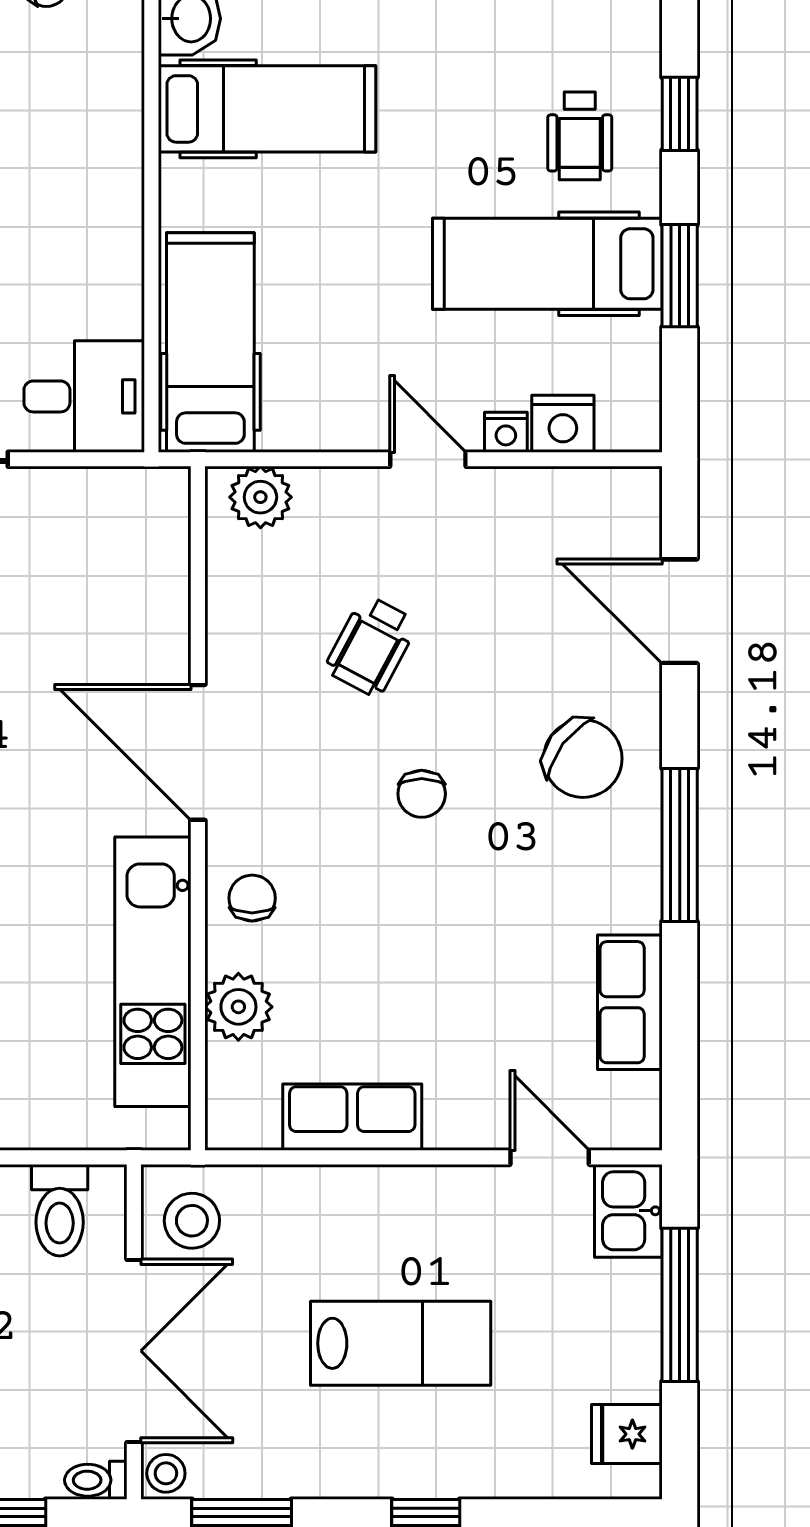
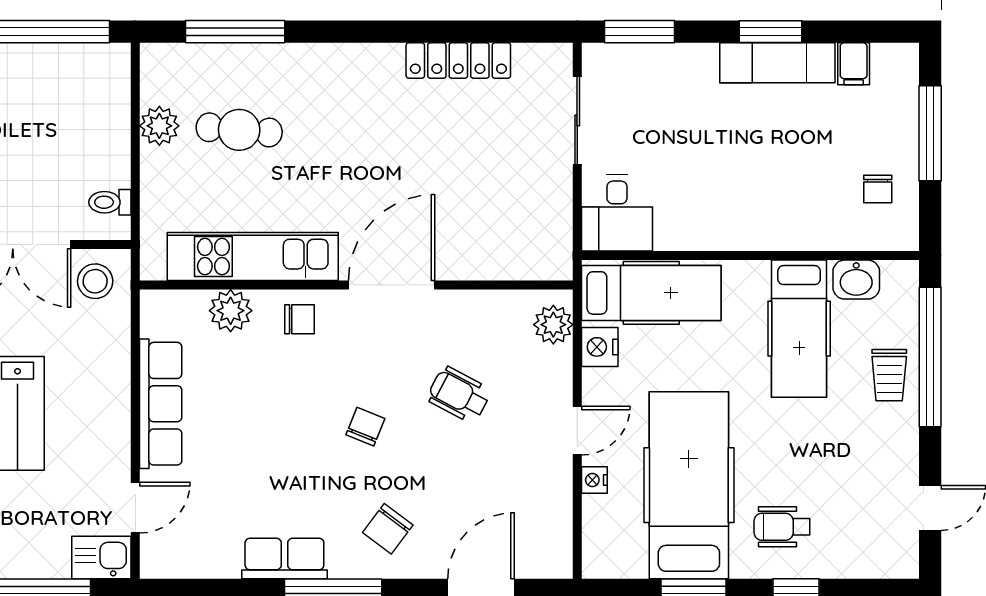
hospital bed: (547, 264) -> (689, 485), width x1.37, depth x1.29
nightstand: (563, 424) -> (600, 347), moved
chair: (583, 759) -> (388, 529), width x0.73, depth x0.73
chair: (422, 794) -> (365, 427), turned 112
row of seats: (630, 1002) -> (284, 558), moved
row of seats: (352, 1117) -> (161, 404), width x1.48
toilet: (60, 1210) -> (110, 202), width x0.73, depth x0.72

